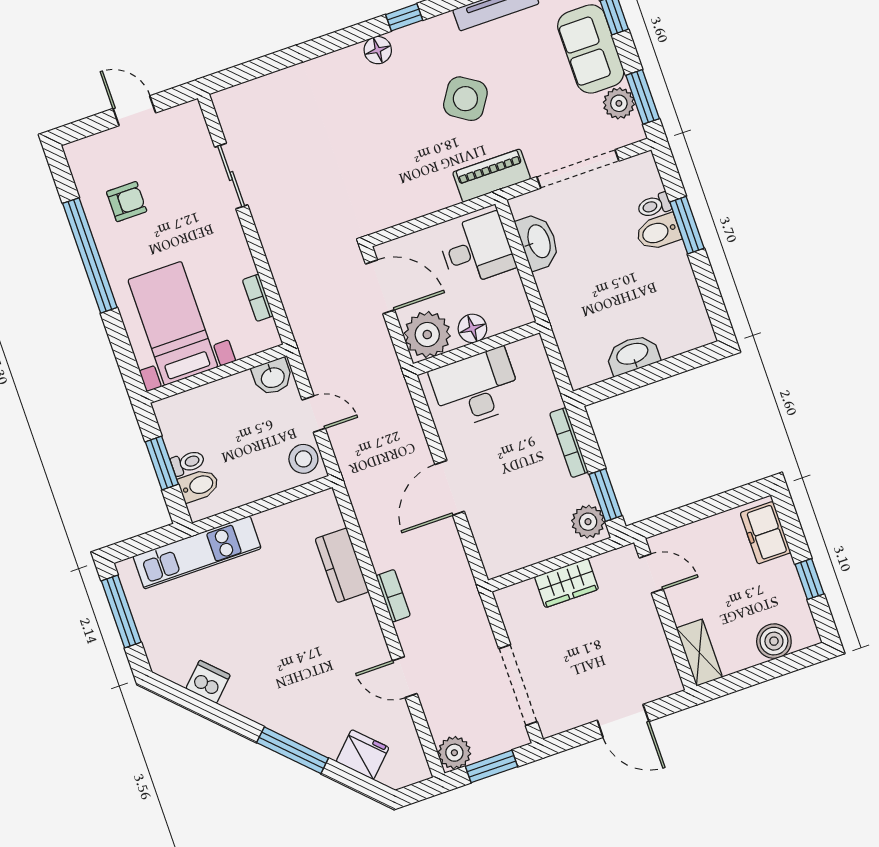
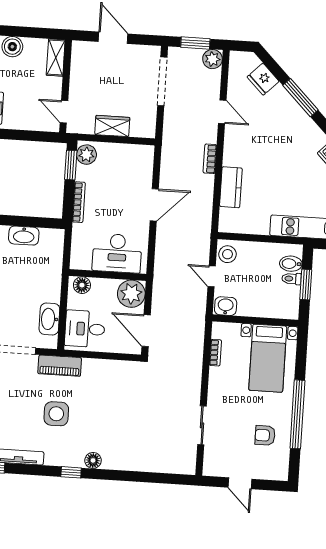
side table: (465, 99) -> (56, 414), turned -33
floor lamp: (472, 328) -> (82, 285), moved

